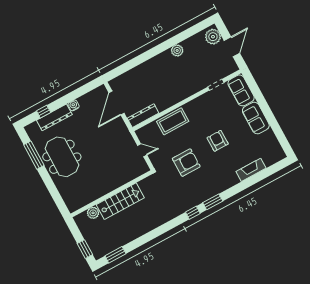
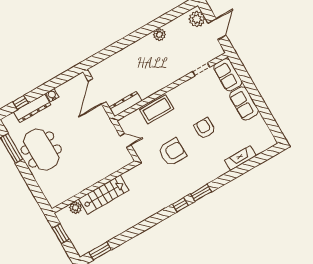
window: (85, 249) -> (61, 234), moved

